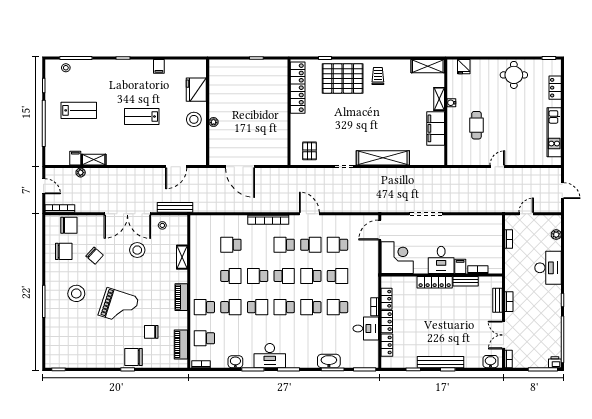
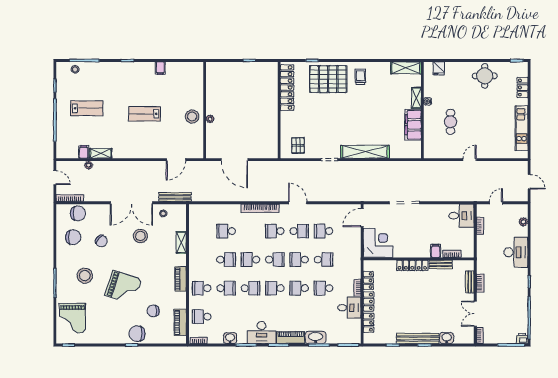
fridge: (196, 90) -> (194, 89), removed
desk: (441, 260) -> (461, 216), moved, turned -90
grand piano: (63, 340) -> (72, 318), added
piano: (301, 361) -> (291, 338), added
washbasin: (490, 362) -> (447, 338), moved

